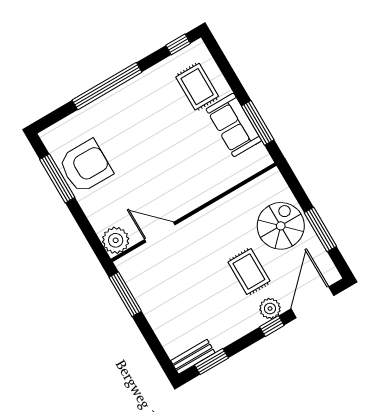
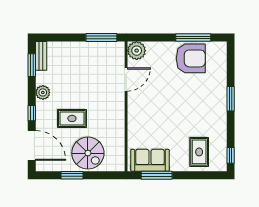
window: (107, 86) -> (231, 99), width x0.47
rug: (197, 87) -> (199, 152), turned 90
sofa: (234, 125) -> (150, 160), moved
armchair: (86, 166) -> (191, 58), turned -90
window: (320, 230) -> (72, 175), width x0.69
plant: (270, 309) -> (43, 92), moved

